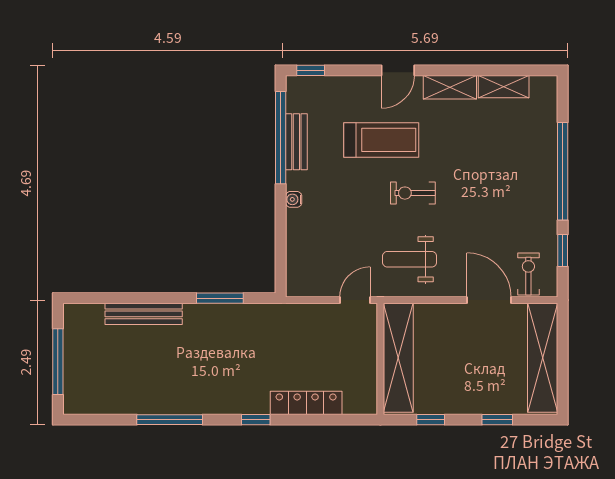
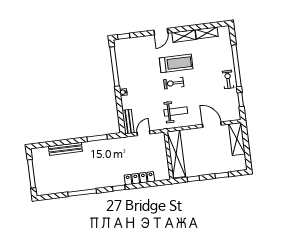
treadmill: (381, 140) -> (176, 63), moved
bench: (296, 142) -> (128, 122), moved
weight bench: (410, 259) -> (176, 112), turned 180
exercise bike: (528, 274) -> (228, 79), moved
door: (355, 300) -> (143, 133), moved
shelving: (543, 358) -> (237, 139), width x0.68

